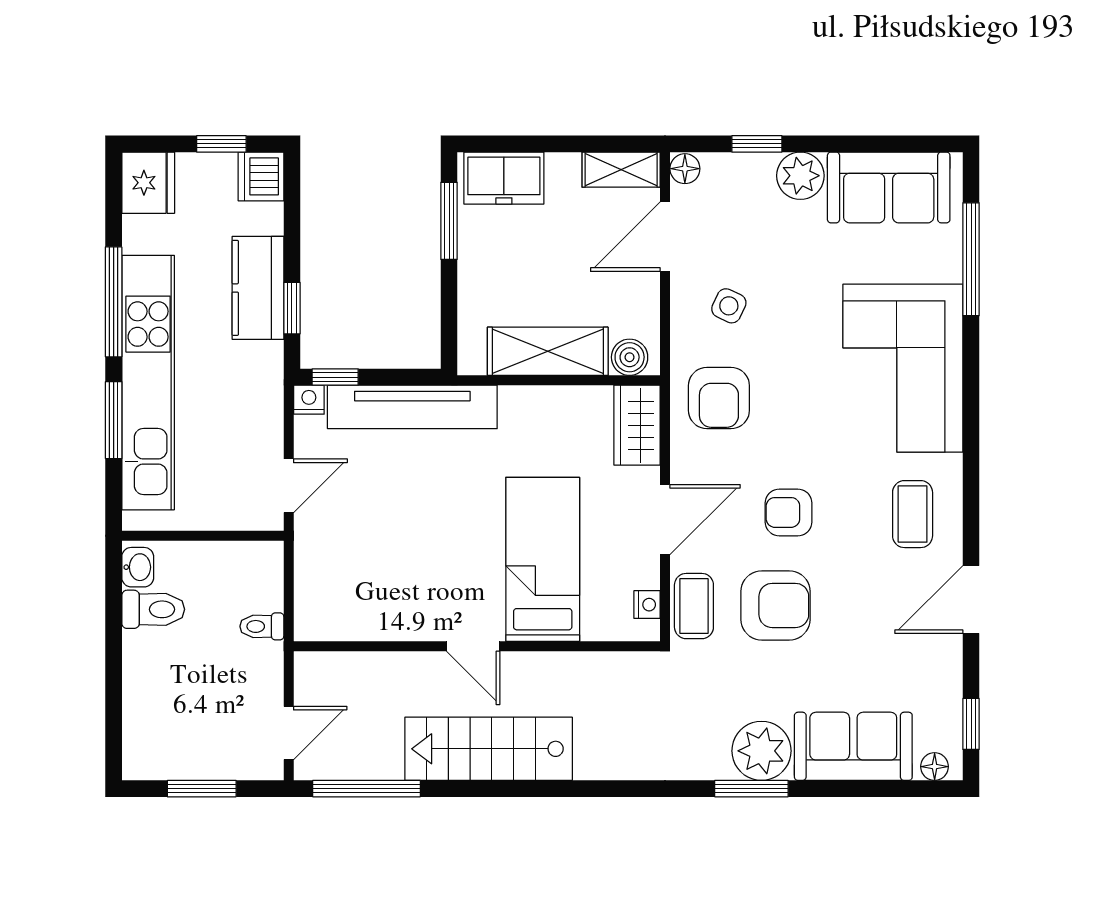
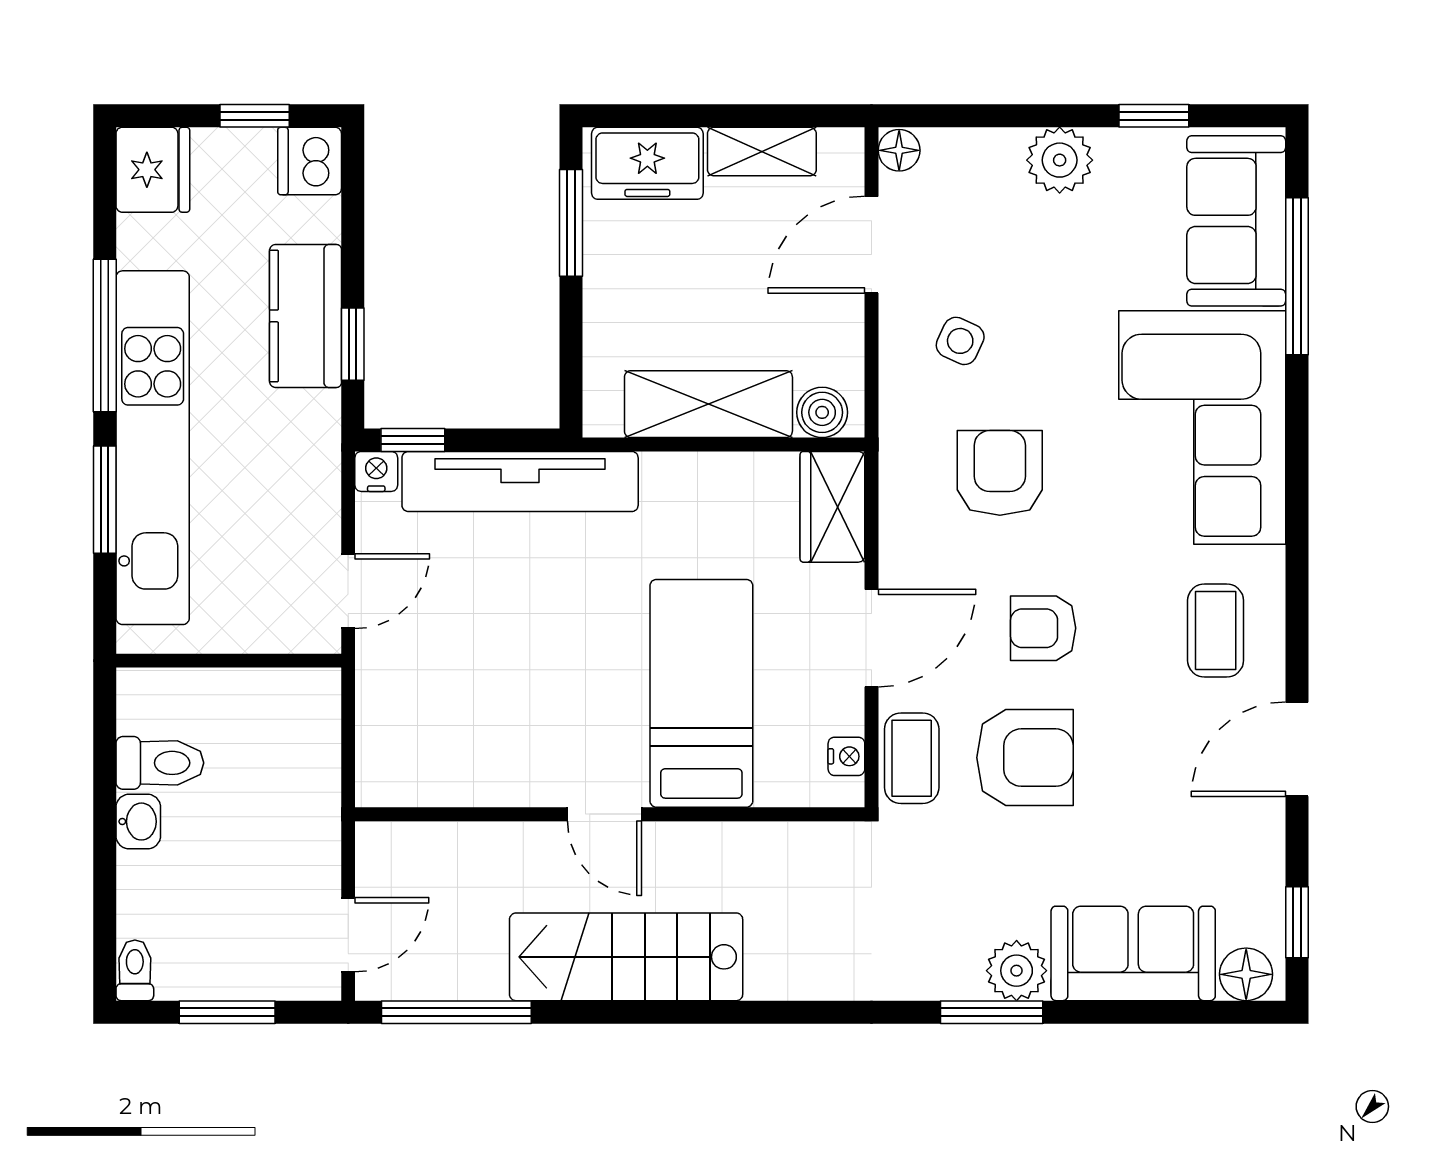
window: (757, 144) -> (1154, 116), moved
shelving: (621, 170) -> (762, 152), moved
sofa: (889, 187) -> (1236, 221), moved, turned 90
armchair: (719, 398) -> (1000, 473), moved, turned 180
washbasin: (138, 567) -> (138, 822), moved
toilet: (262, 626) -> (135, 970), moved, turned 90
plant: (762, 751) -> (1017, 971), width x0.73, depth x0.73
floor lamp: (935, 767) -> (1246, 974), width x1.37, depth x1.37

